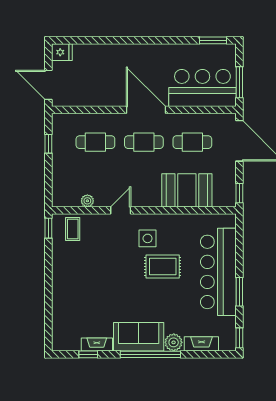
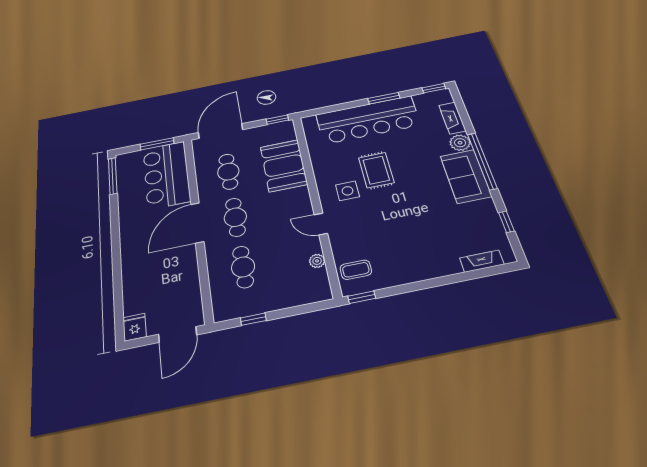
window: (213, 40) -> (113, 176), width x1.44
fireplace: (97, 345) -> (482, 261), moved, turned 90

